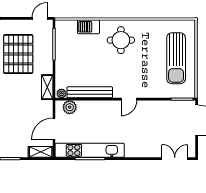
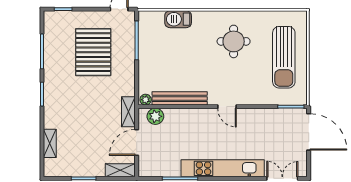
round table: (121, 40) -> (234, 41), moved
shelving: (47, 87) -> (128, 112), moved
door: (129, 99) -> (227, 107), hinge flipped
kitchen unit: (90, 150) -> (223, 168), moved

